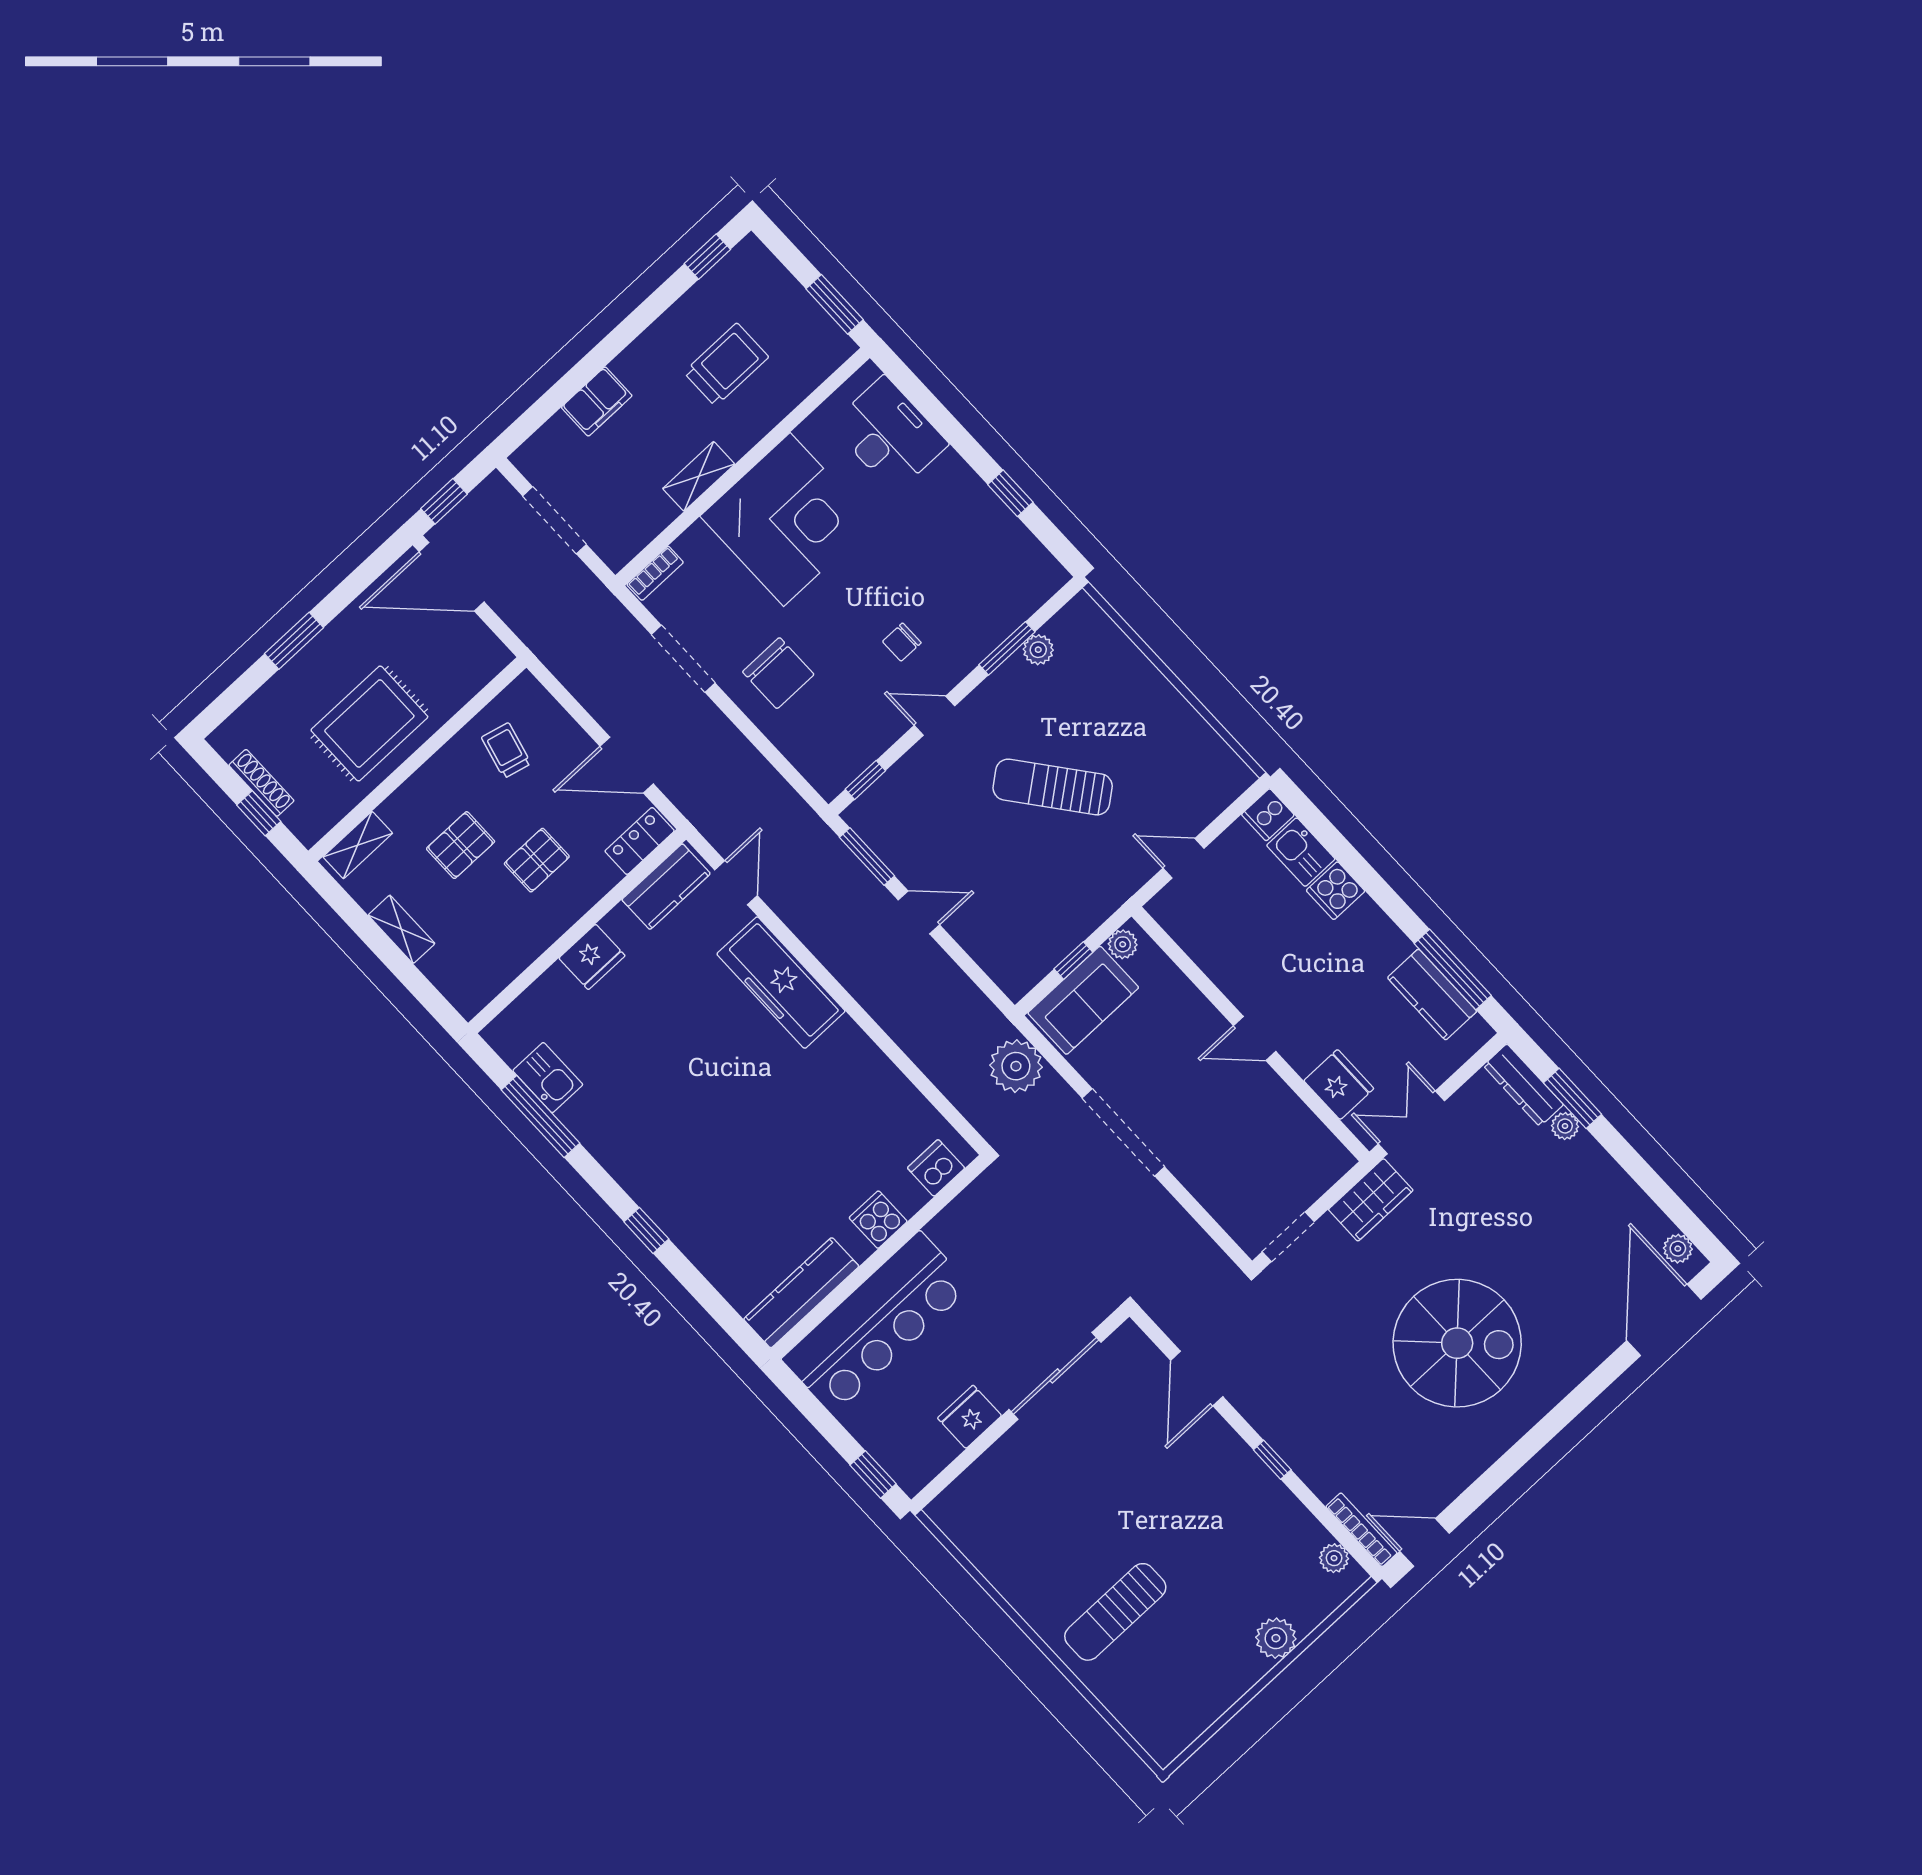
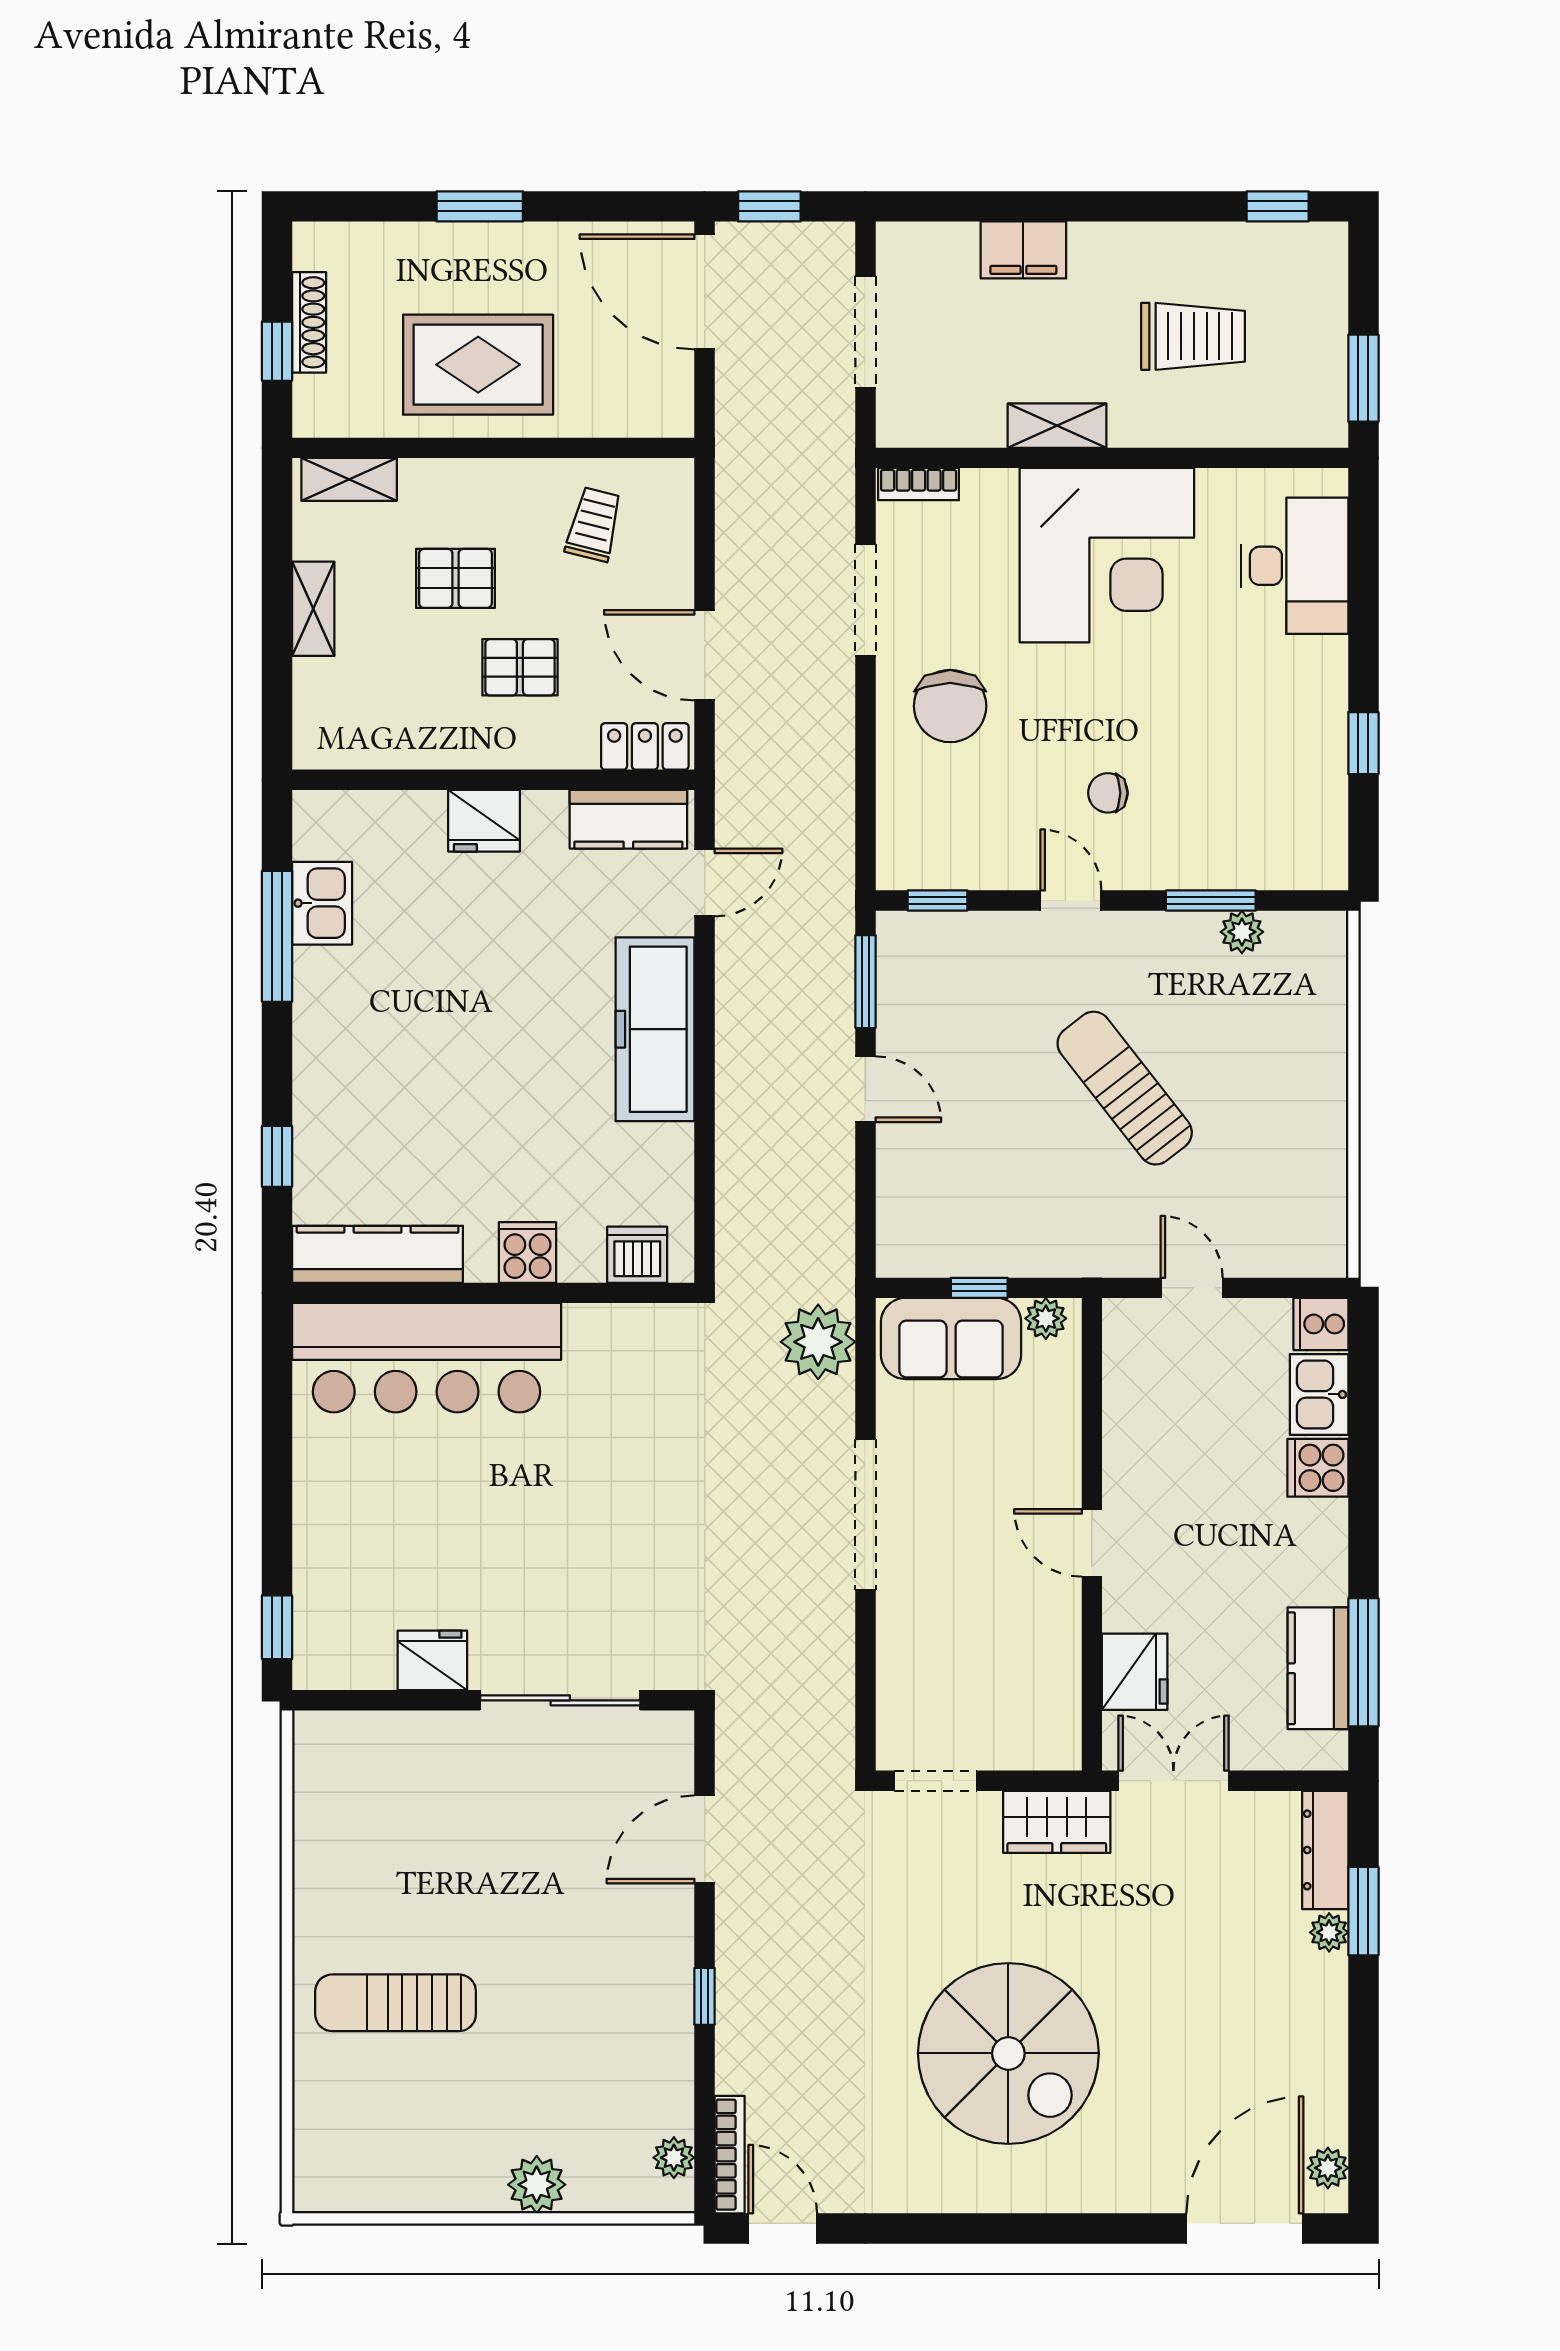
dishwasher: (936, 1168) -> (637, 1255), moved
cooker: (878, 1220) -> (528, 1253), moved
wall: (880, 1257) -> (493, 1293), moved
kitchen counter: (801, 1293) -> (378, 1254), moved
bar counter: (876, 1323) -> (427, 1358), moved

